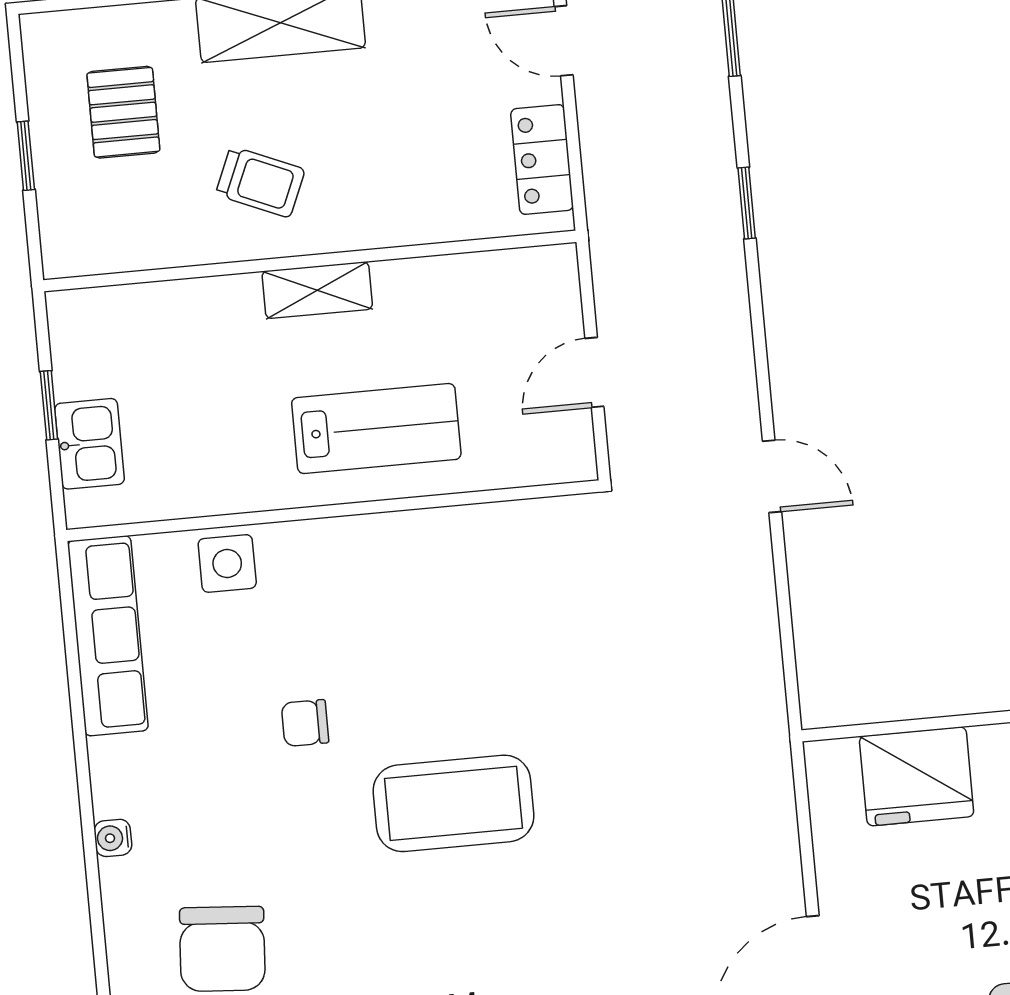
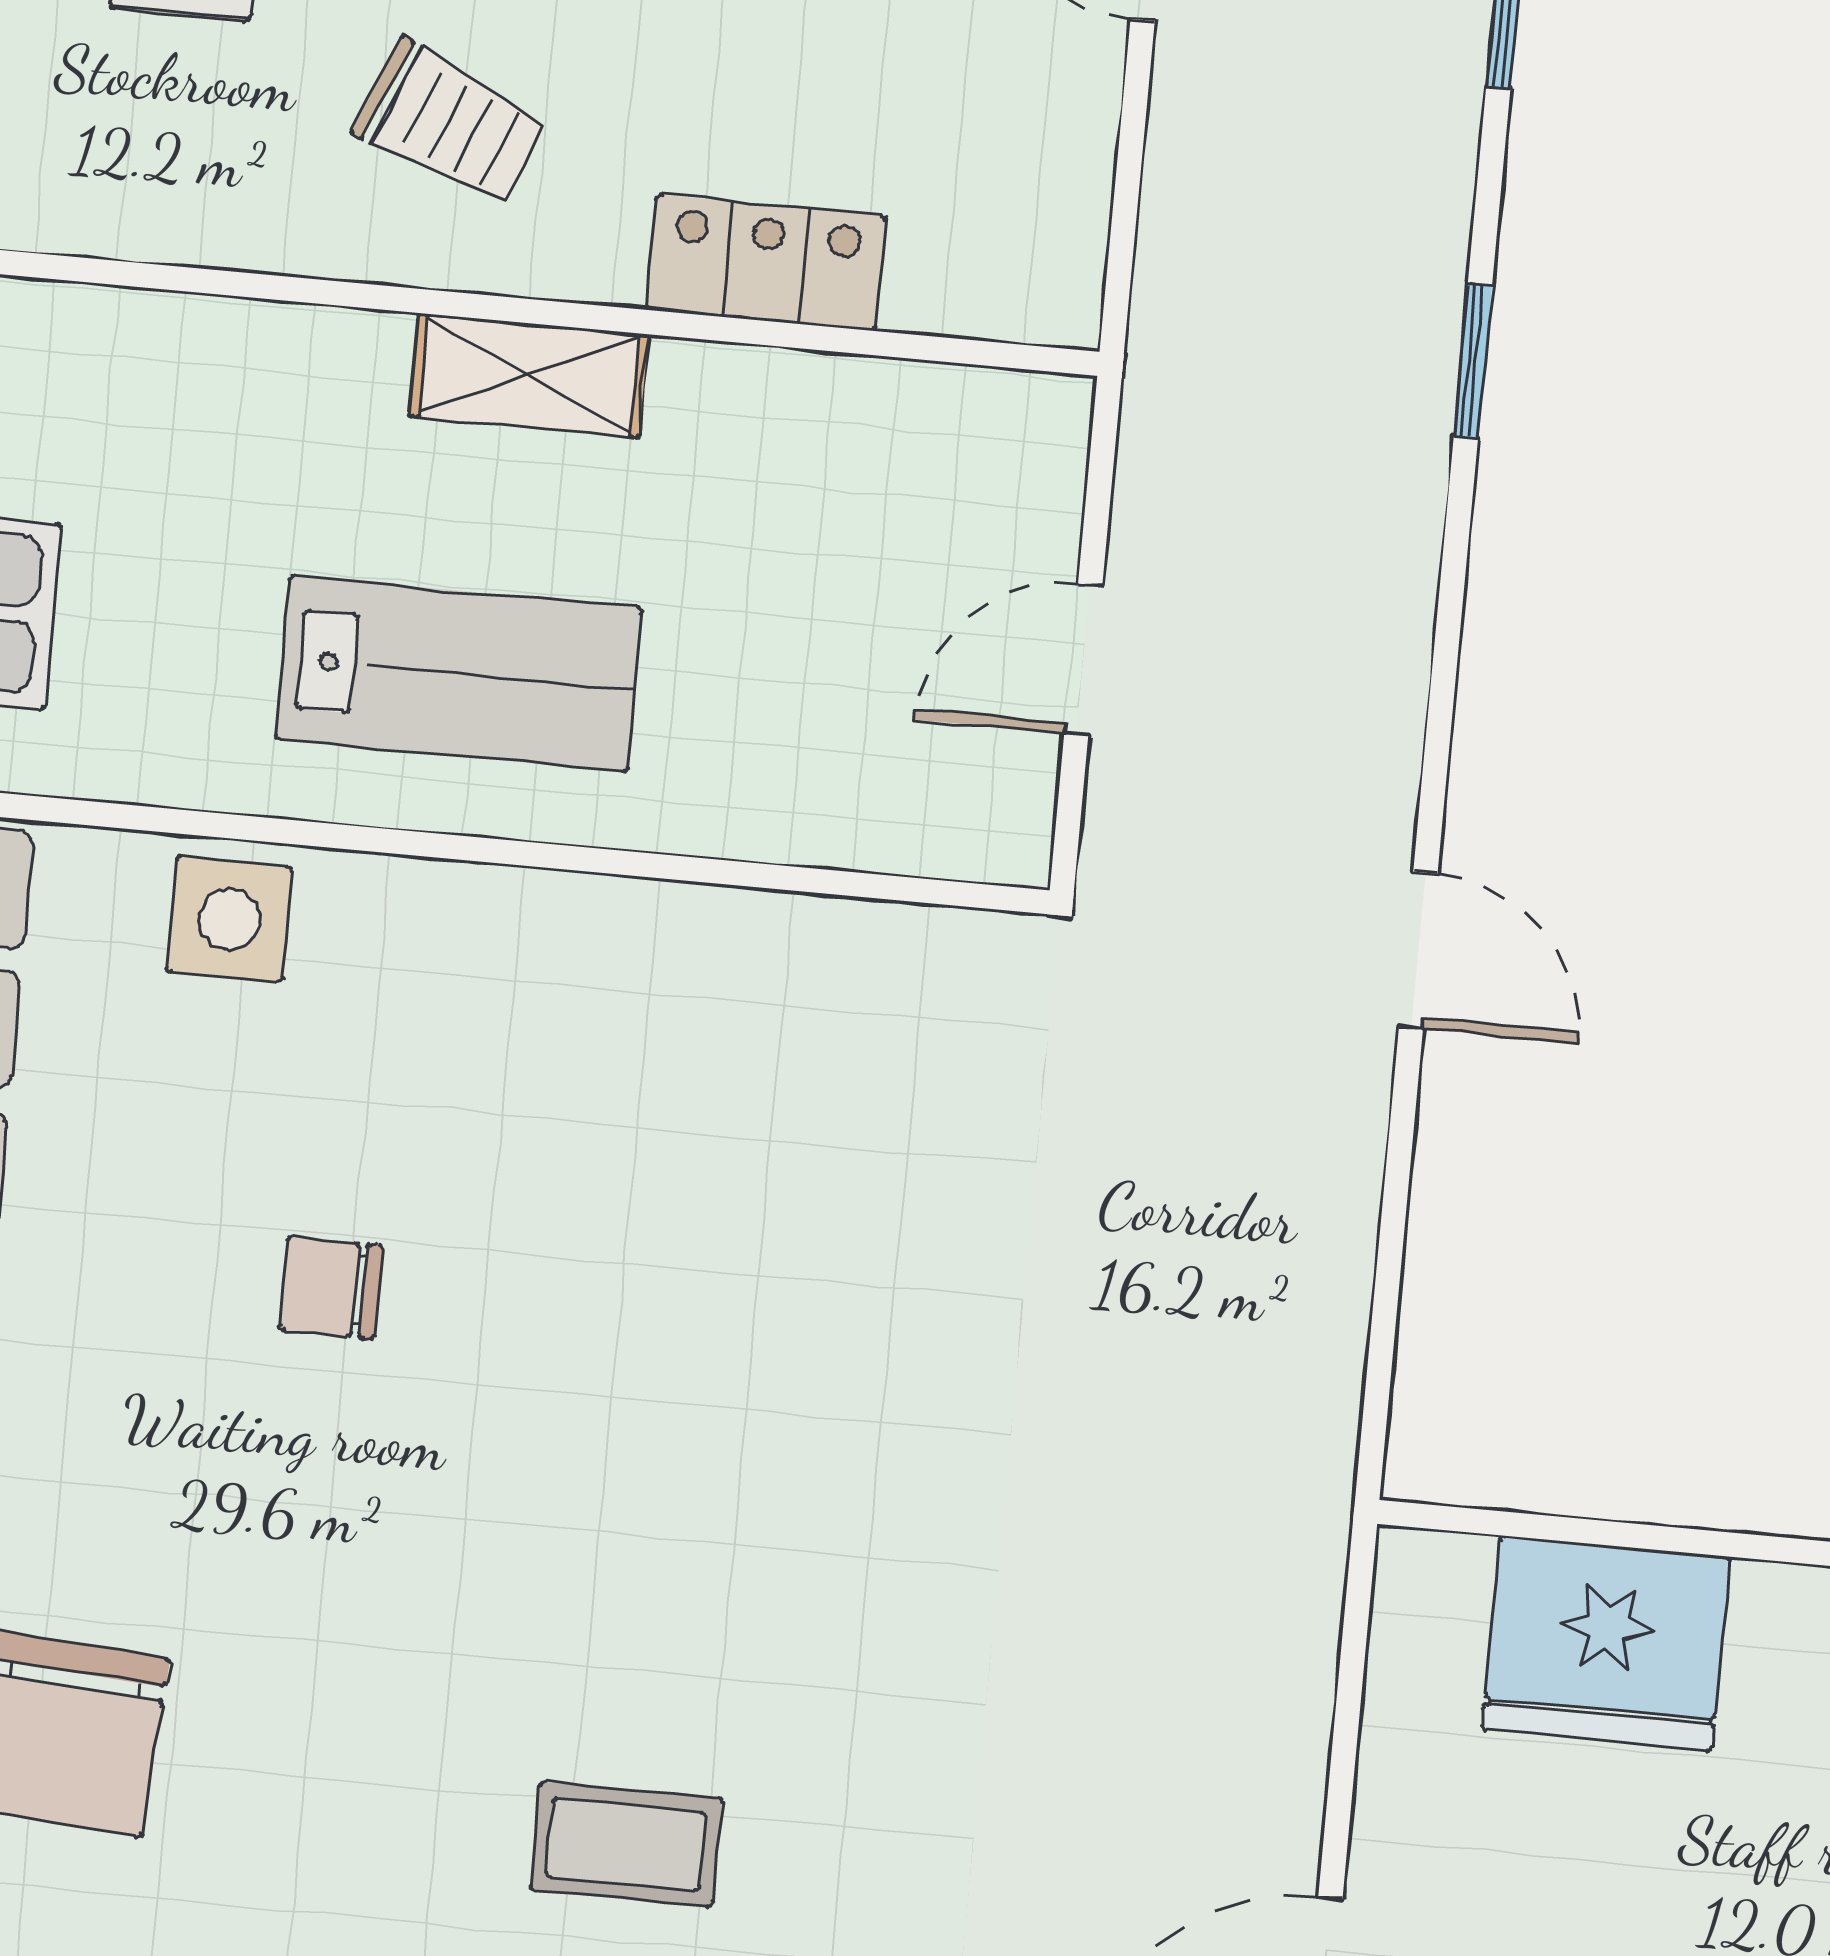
locker: (542, 160) -> (766, 263), moved, turned 90
lab bench: (376, 429) -> (459, 674), moved
coffee table: (453, 803) -> (626, 1844), moved, width x0.54, depth x0.58

